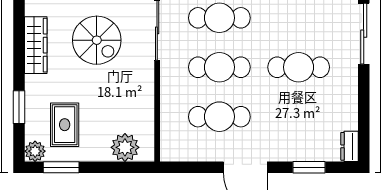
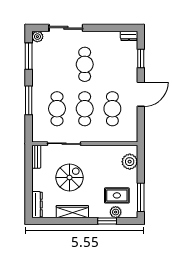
plant: (35, 151) -> (116, 212), moved
window: (61, 167) -> (141, 197), width x1.44

